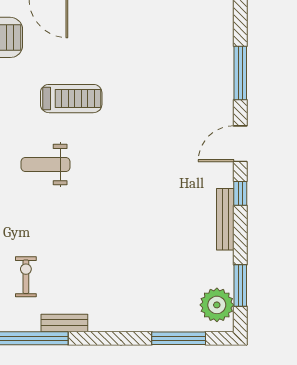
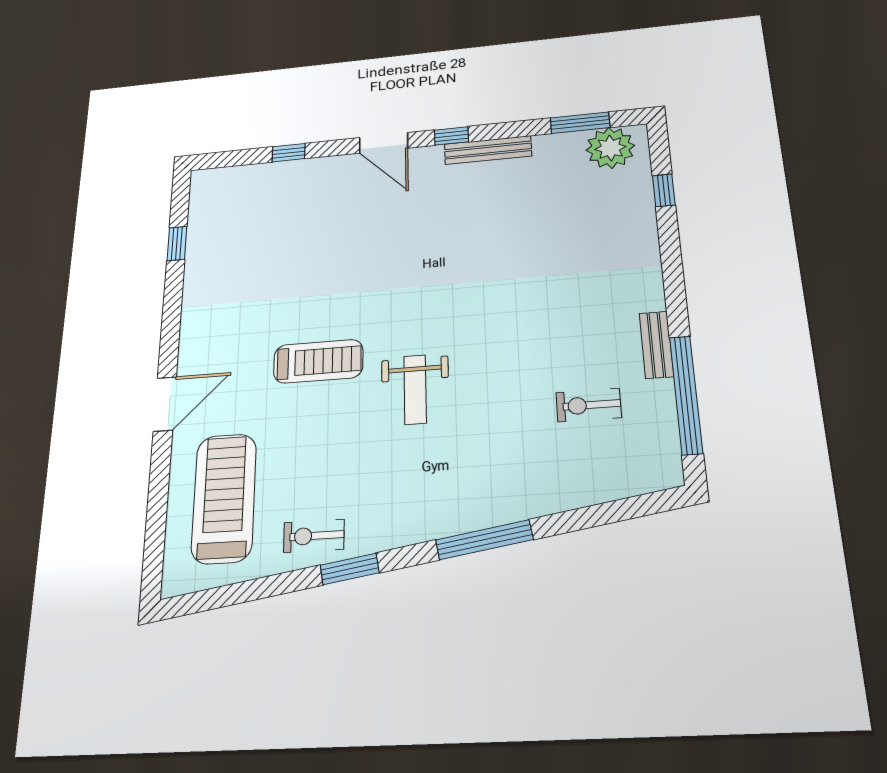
window: (240, 73) -> (289, 153), width x0.46
treadmill: (71, 99) -> (318, 361), turned 90
window: (179, 338) -> (664, 190), width x0.46

